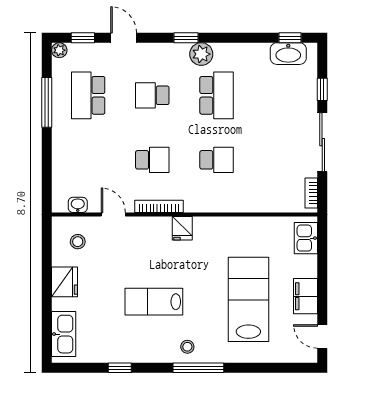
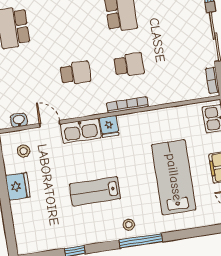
school desk: (152, 95) -> (67, 19), removed
bookcase: (159, 206) -> (127, 105), moved
kitchen sink: (64, 334) -> (81, 131), moved, turned 90

